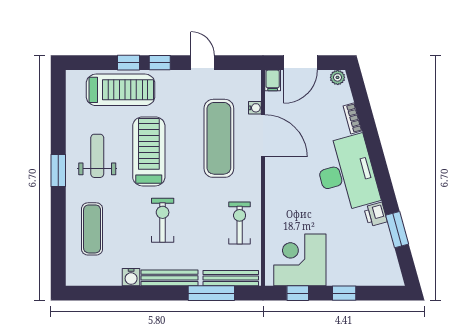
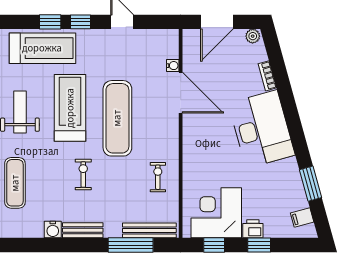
filing cabinet: (273, 80) -> (302, 218), moved, turned 75
exercise mat: (219, 138) -> (117, 118), moved
printer: (376, 214) -> (253, 229), moved, turned 105
exercise bike: (163, 220) -> (83, 175), width x0.73, depth x0.72
exercise bike: (240, 223) -> (158, 177), width x0.73, depth x0.72
bench: (170, 278) -> (83, 230), width x0.73

